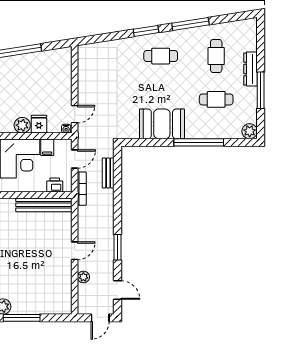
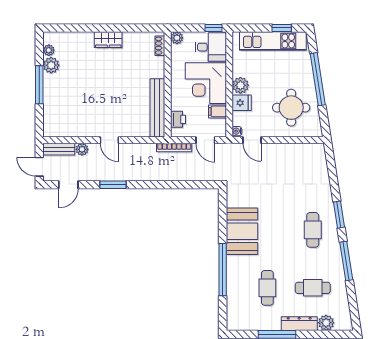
round table: (44, 77) -> (291, 108), added
plant: (250, 131) -> (326, 323), moved
bench: (108, 173) -> (59, 149), moved

